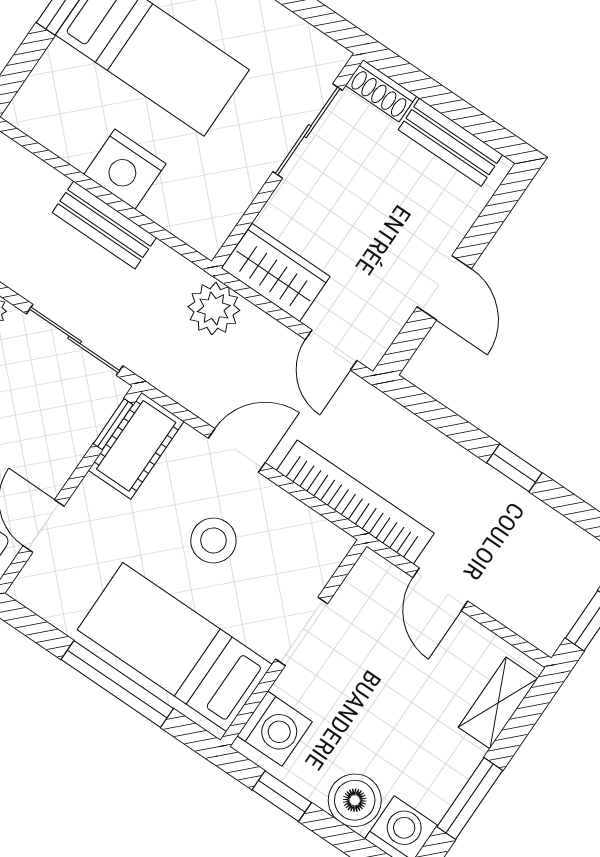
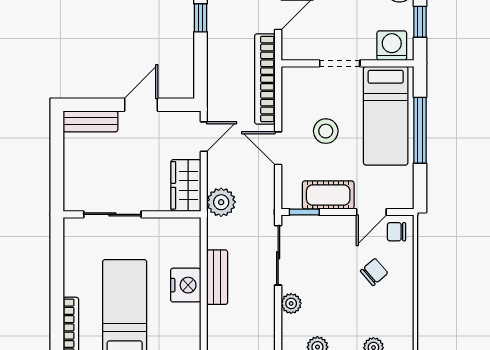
shoe rack: (381, 91) -> (72, 194), removed
bench: (450, 142) -> (90, 121), moved, turned 90
cot: (136, 446) -> (328, 195), moved

